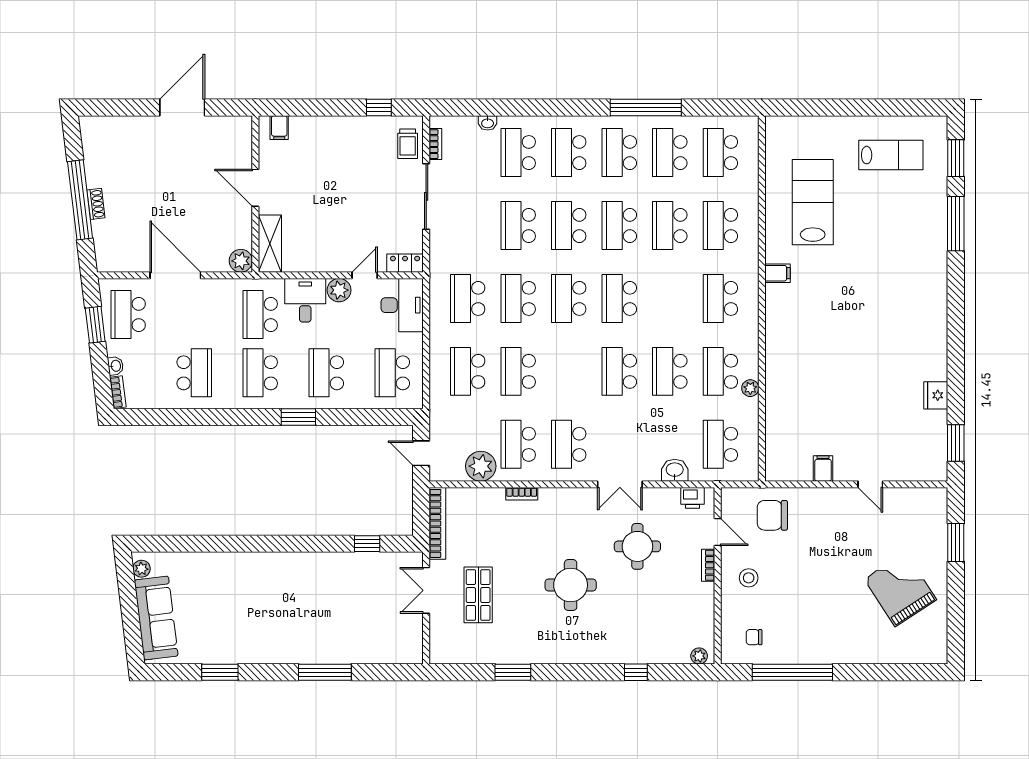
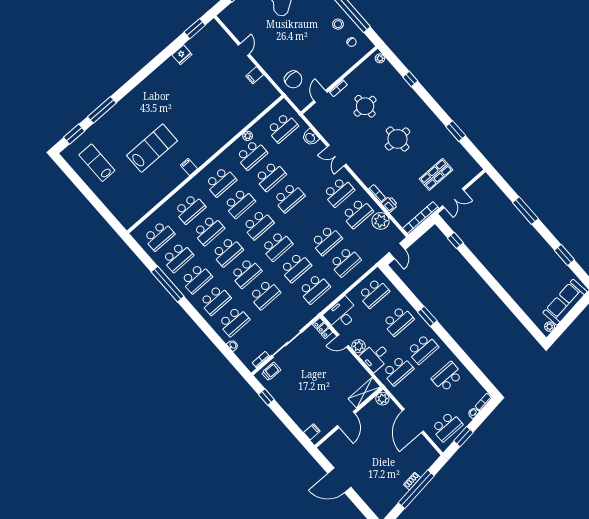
lab bench: (813, 202) -> (152, 148), moved, turned 180
school desk: (670, 298) -> (239, 203), added
double door: (620, 484) -> (337, 155), swing flipped
printer: (692, 498) -> (390, 204), moved
round table: (637, 546) -> (365, 106), moved
stool: (749, 578) -> (338, 24), moved

